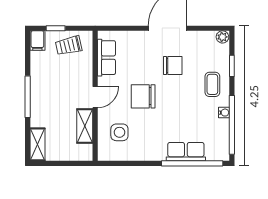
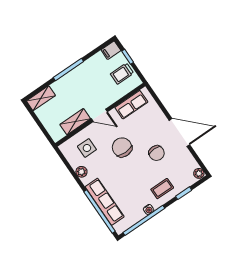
trolley: (69, 46) -> (122, 74), turned -77
row of seats: (186, 152) -> (105, 202), width x1.48
plant: (140, 154) -> (81, 172), added

